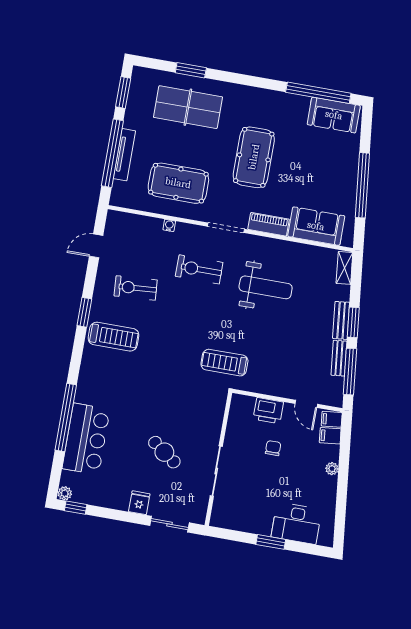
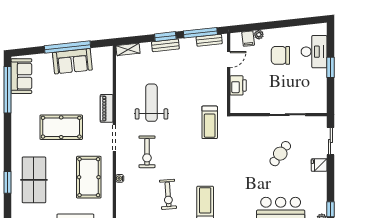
sofa: (316, 226) -> (72, 61), moved, turned -96
bench: (339, 358) -> (209, 40), moved
filing cabinet: (332, 419) -> (236, 40), removed
chair: (273, 448) -> (280, 55), moved, width x1.87, depth x1.87
plant: (332, 469) -> (259, 35), moved

